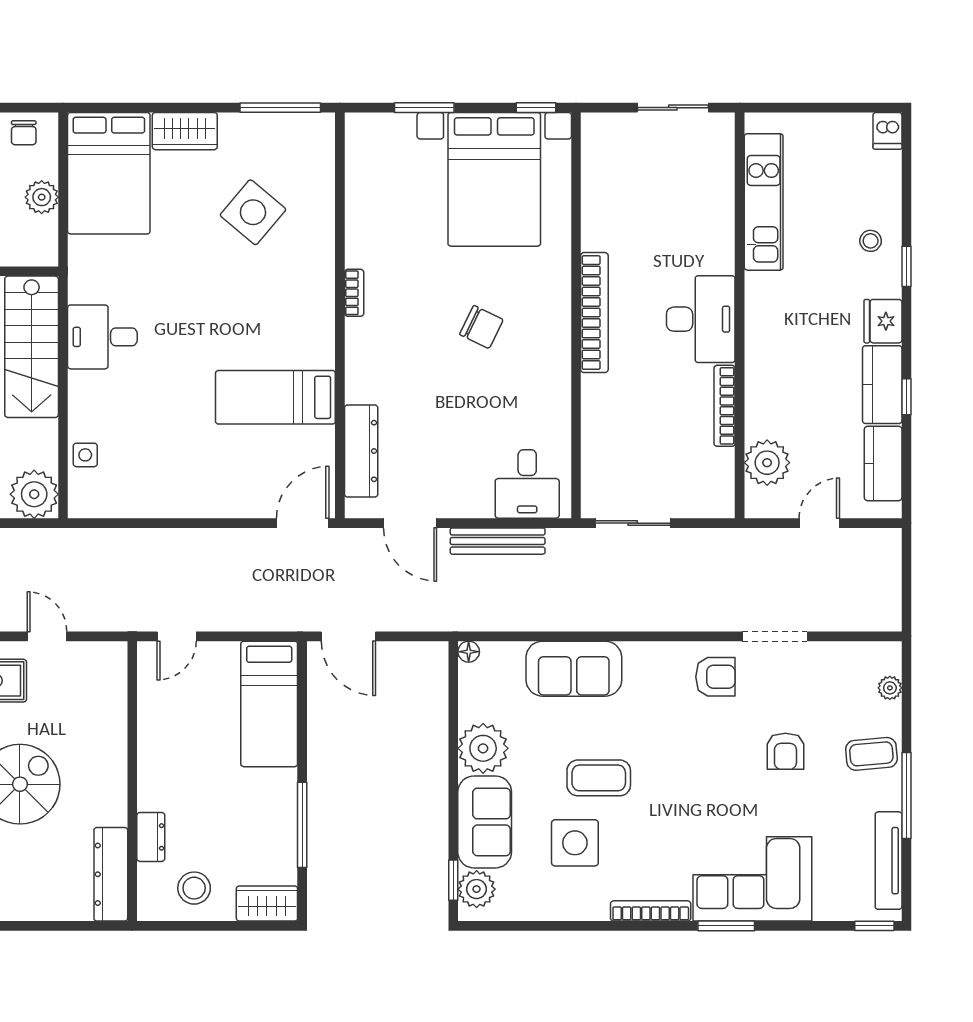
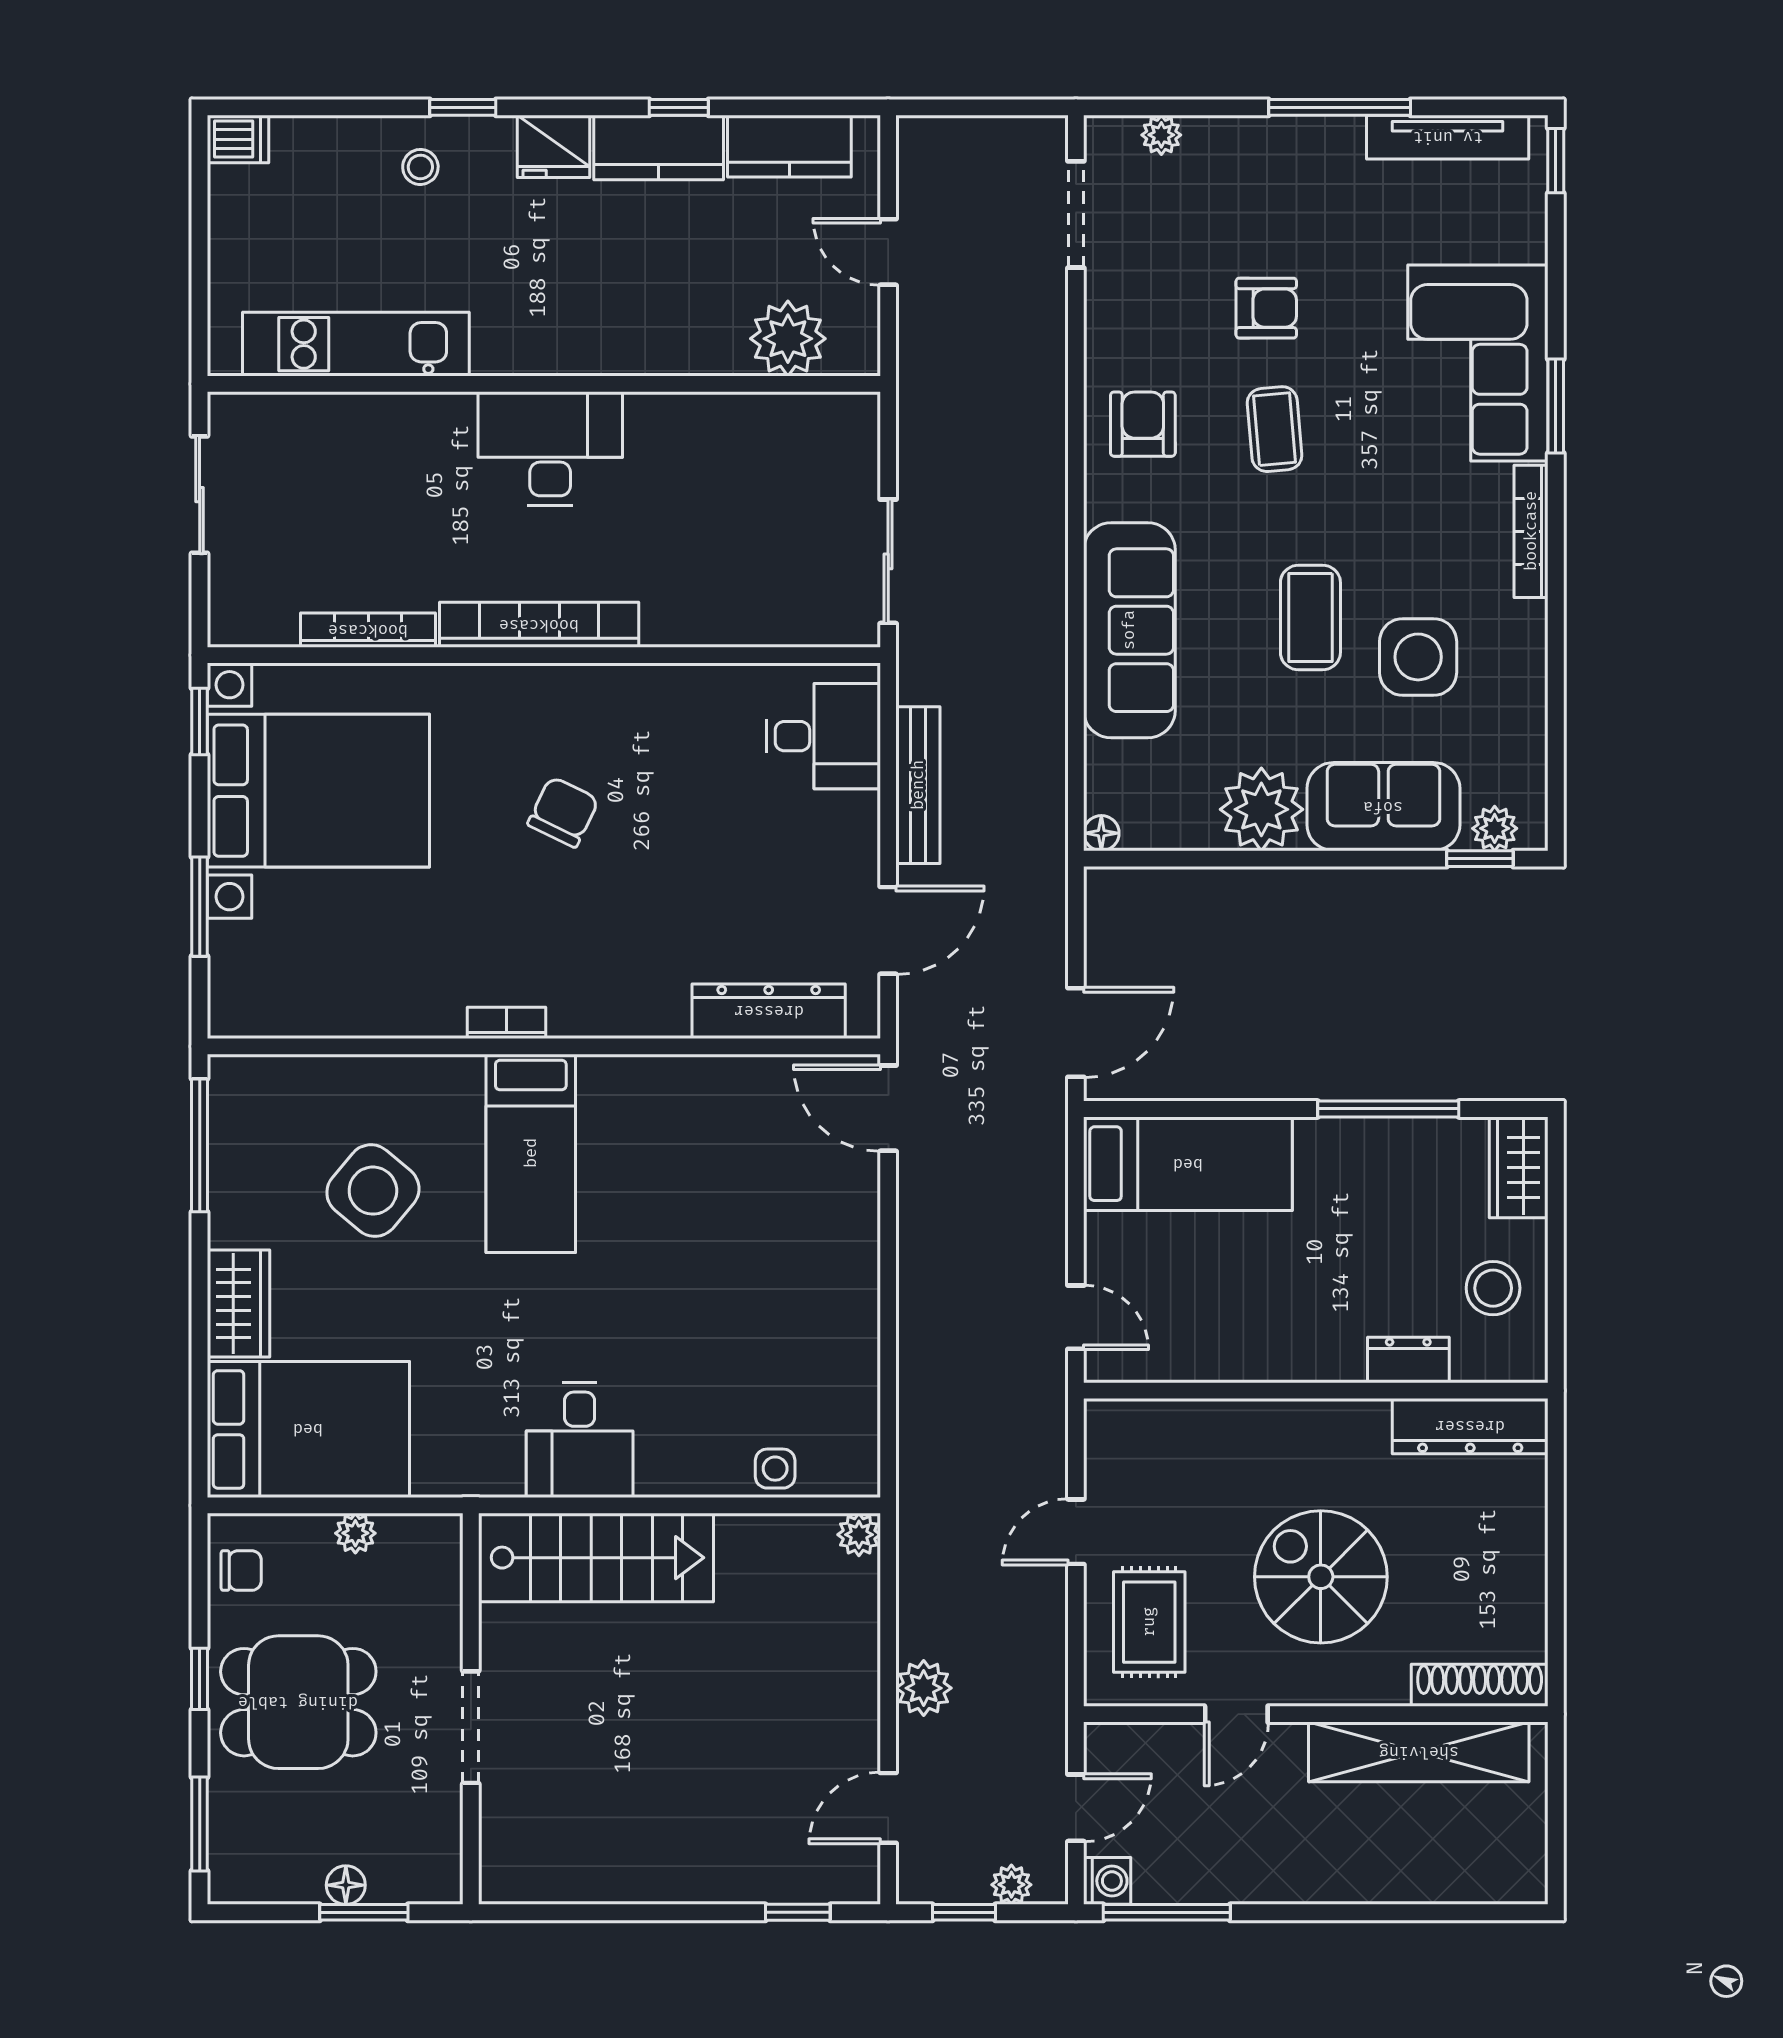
plant: (42, 197) -> (355, 1533), width x0.73, depth x0.73
bed: (275, 397) -> (531, 1153), moved
bookcase: (725, 406) -> (368, 630), moved, turned 180
plant: (34, 494) -> (859, 1535), width x0.53, depth x0.53
doorway: (775, 636) -> (1076, 214), moved
sofa: (574, 669) -> (1129, 630), width x1.36
coffee table: (871, 754) -> (1275, 429), moved
plant: (477, 889) -> (1495, 828), width x0.73, depth x0.73

